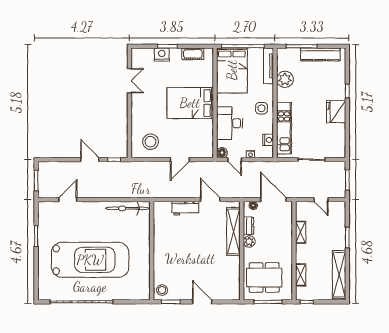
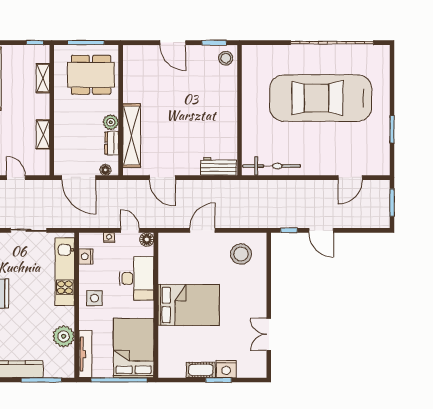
cot: (193, 54) -> (201, 370), moved
workbench: (185, 208) -> (219, 166), moved

